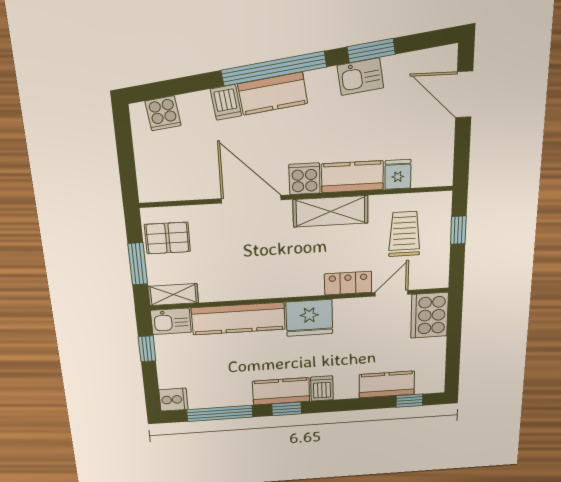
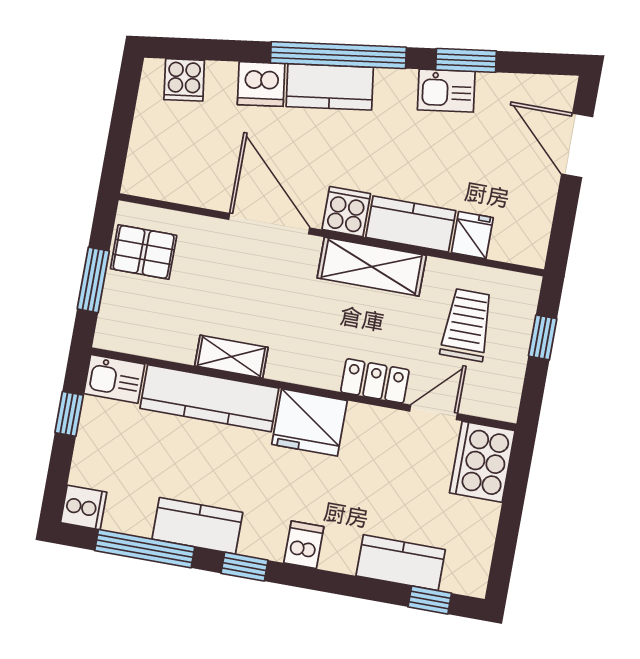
dishwasher: (226, 102) -> (261, 84), width x1.38
shelving: (173, 295) -> (231, 357), moved
kitchen counter: (281, 391) -> (197, 526), moved

